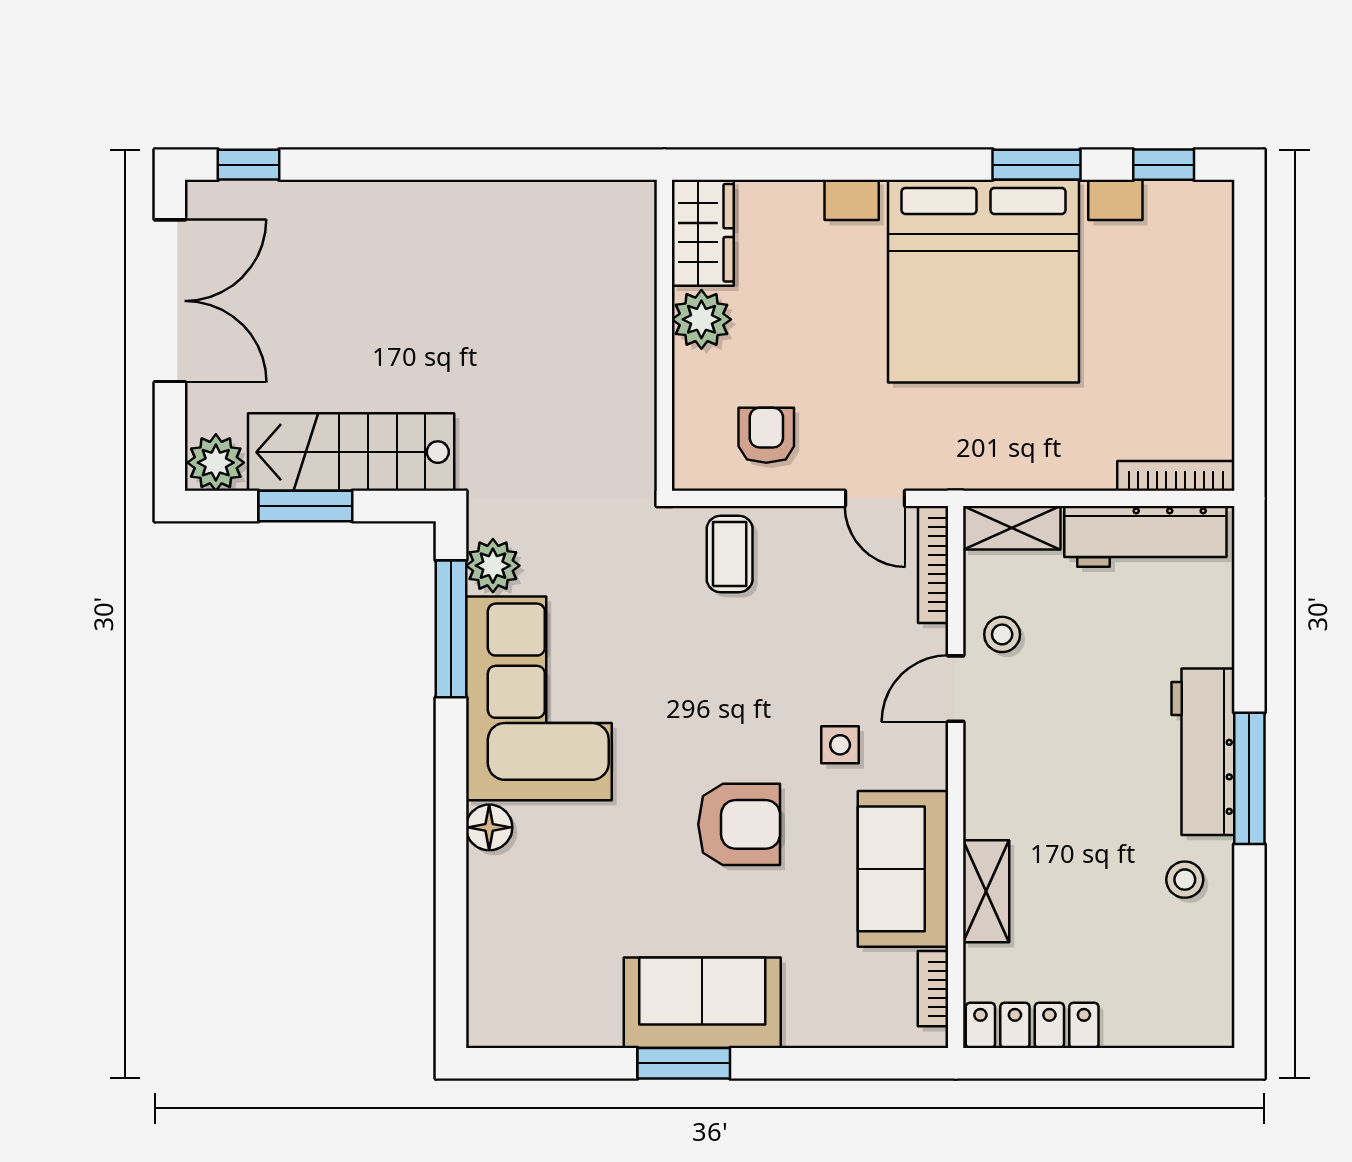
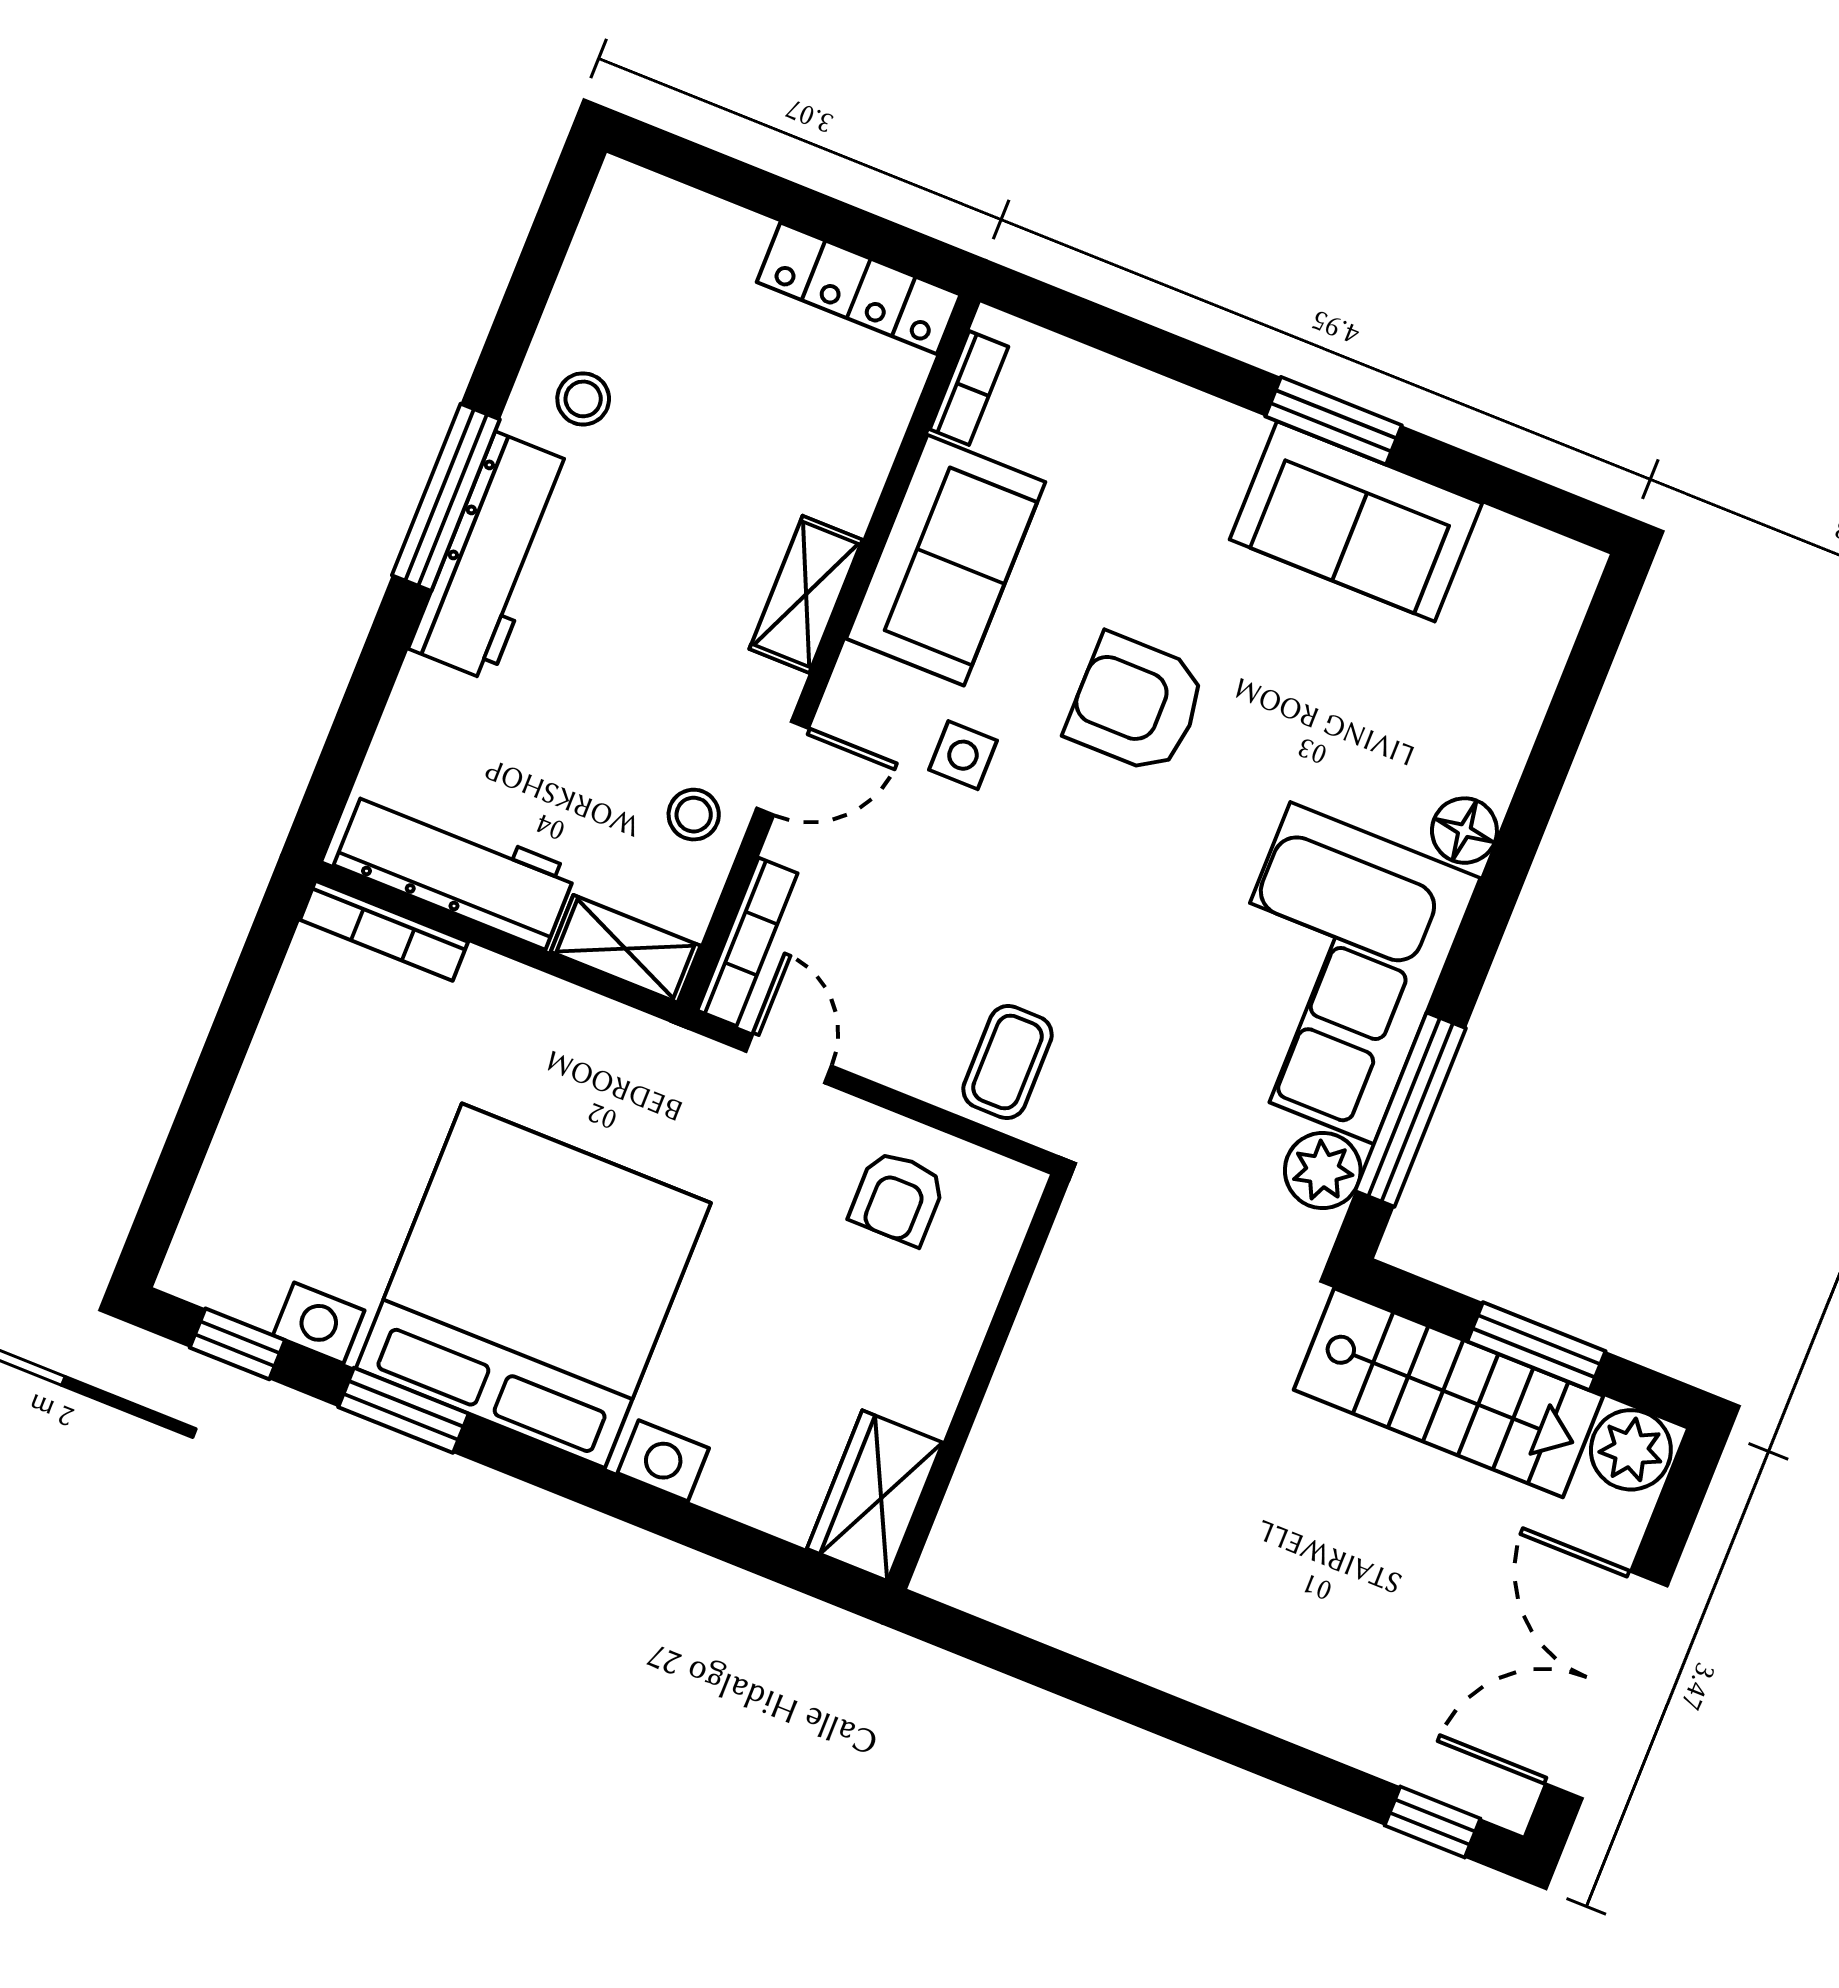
plant: (701, 319) -> (922, 1383), removed
shelving: (986, 891) -> (806, 594), moved
sofa: (702, 1003) -> (1356, 521), moved

